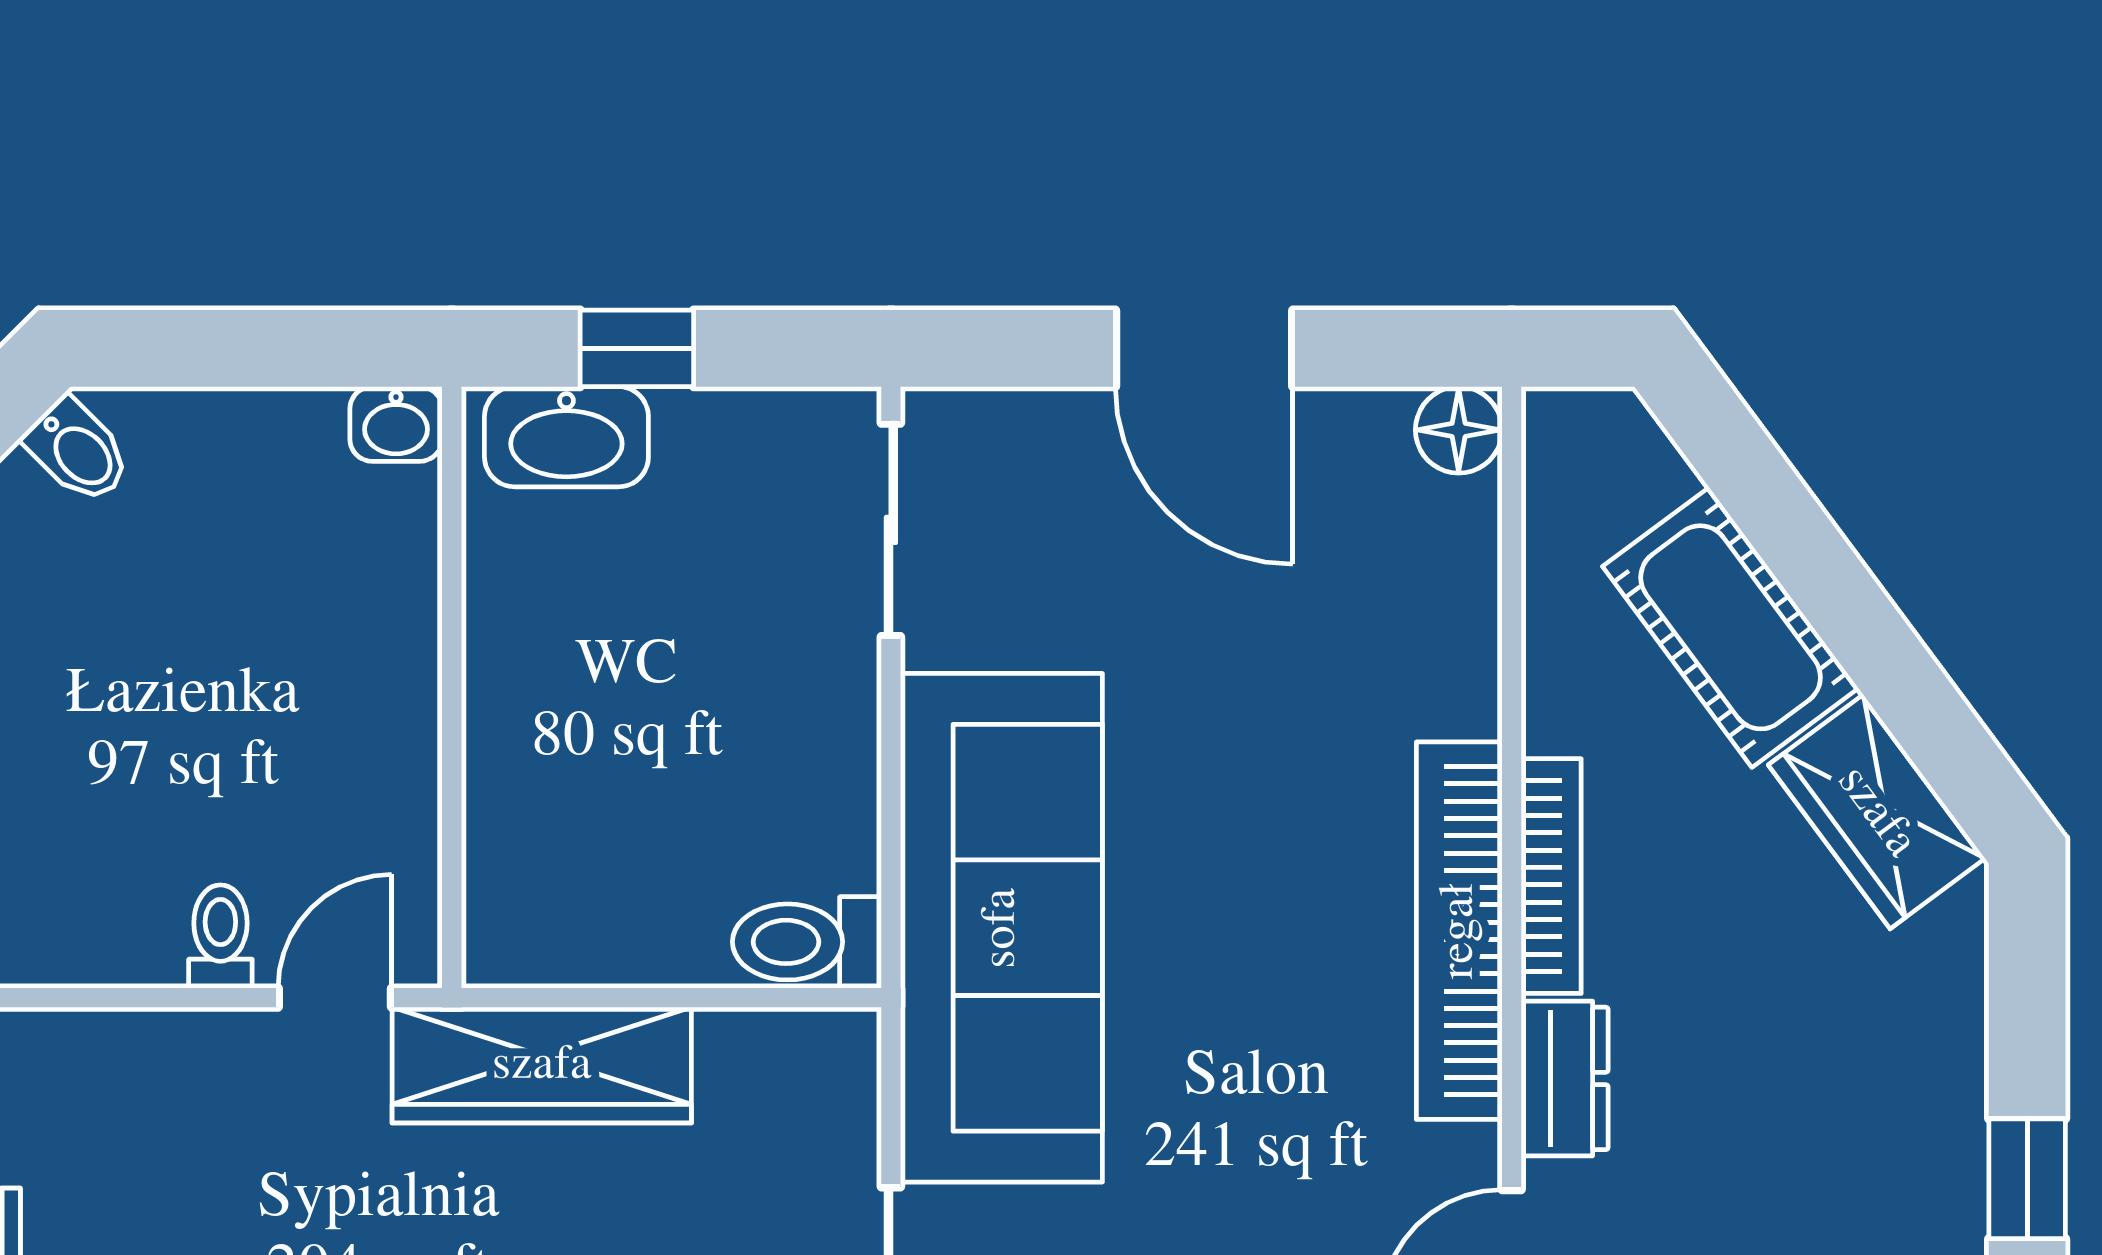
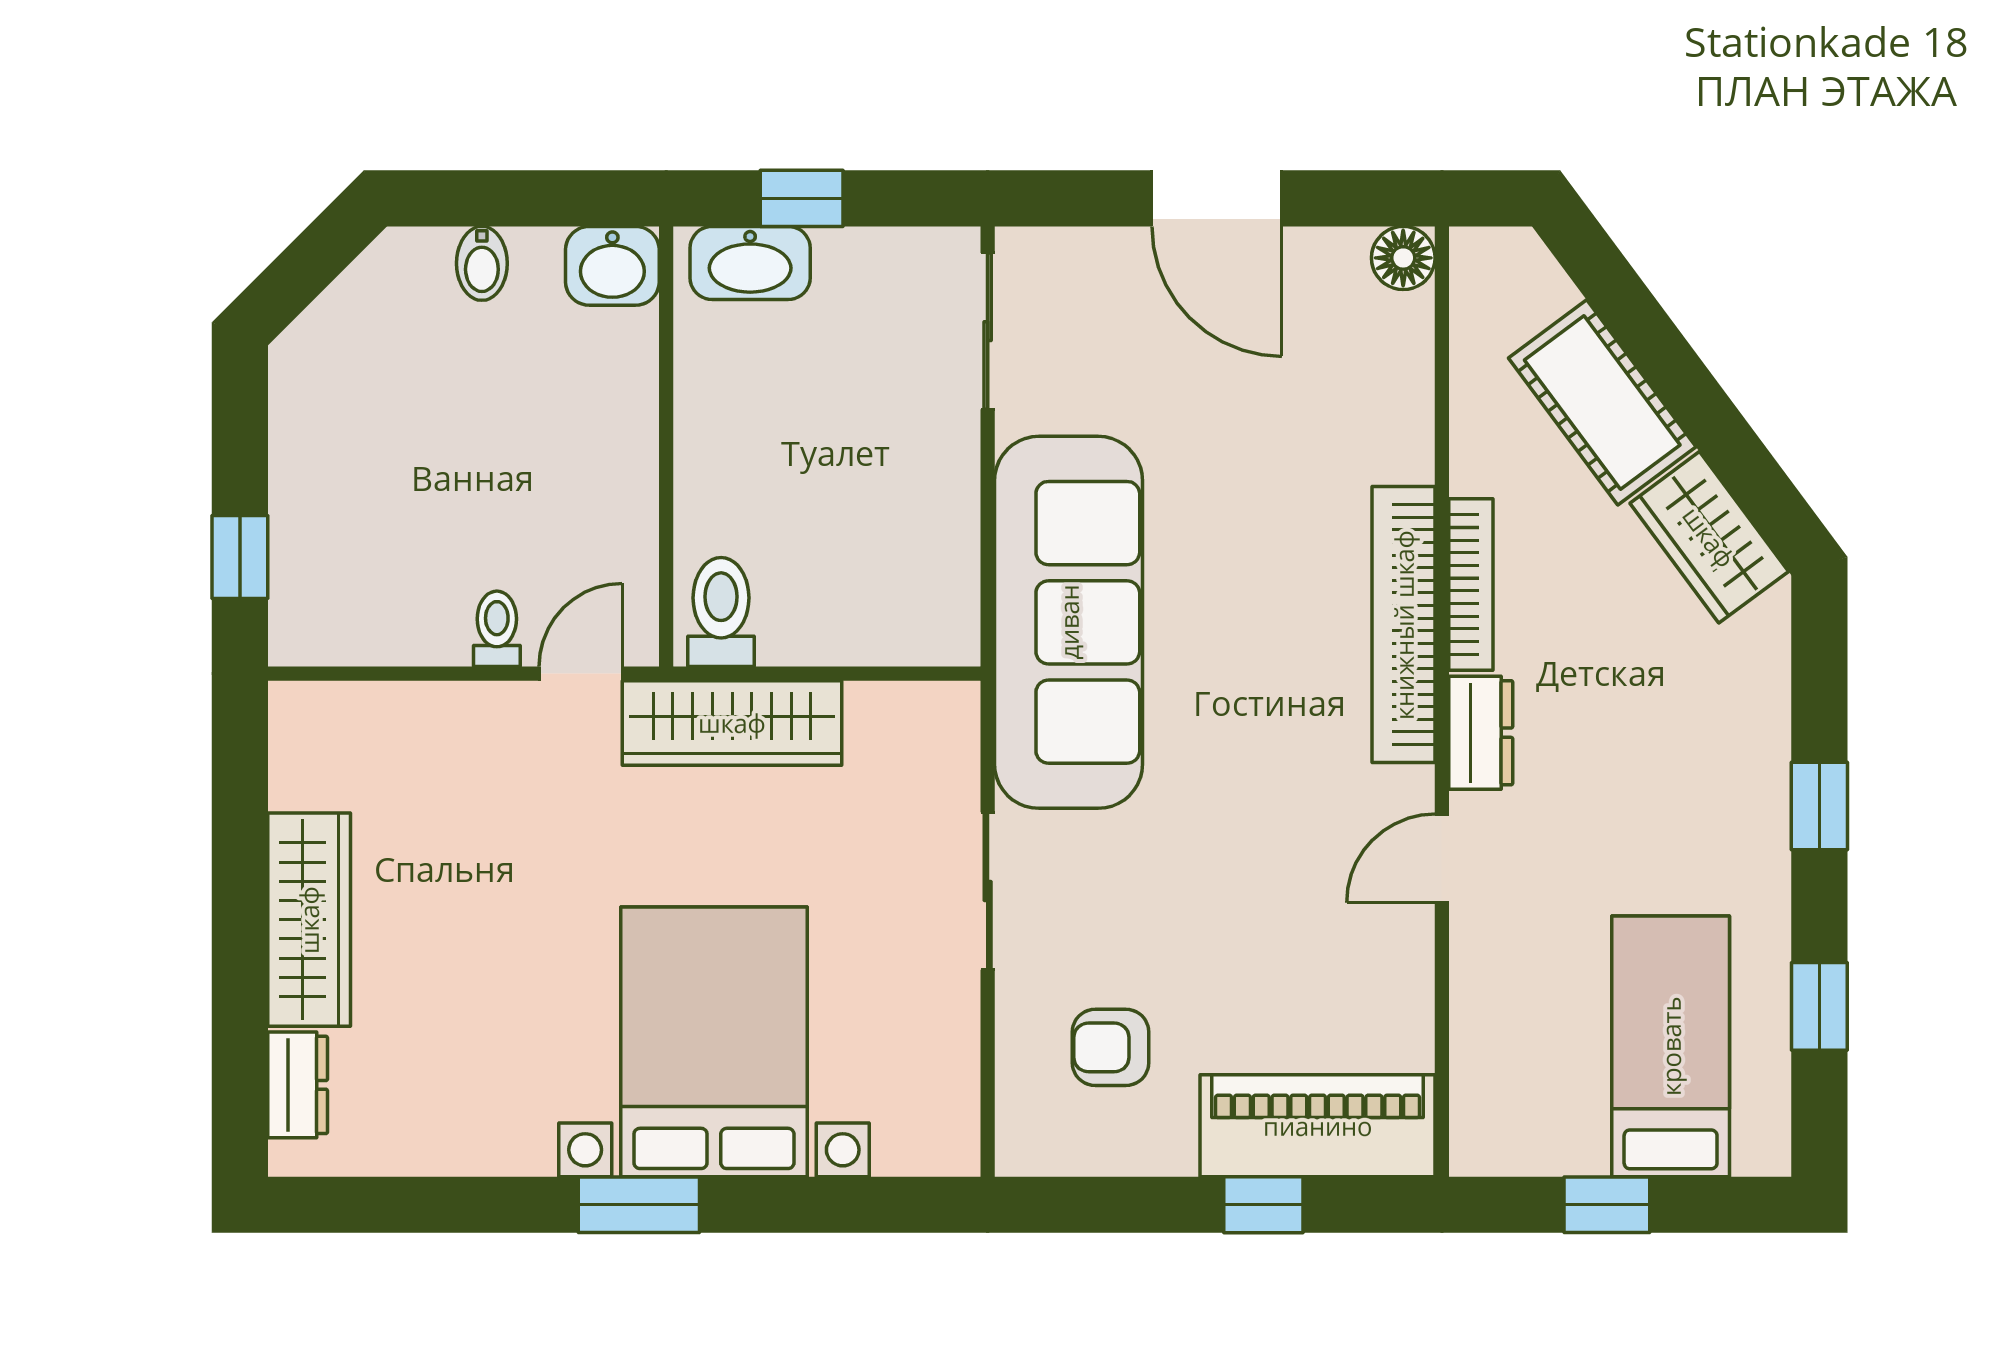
washbasin: (396, 424) -> (612, 266), width x1.38, depth x1.45
bidet: (78, 451) -> (482, 263), moved, turned 45
toilet: (807, 942) -> (721, 612), moved, turned 90

